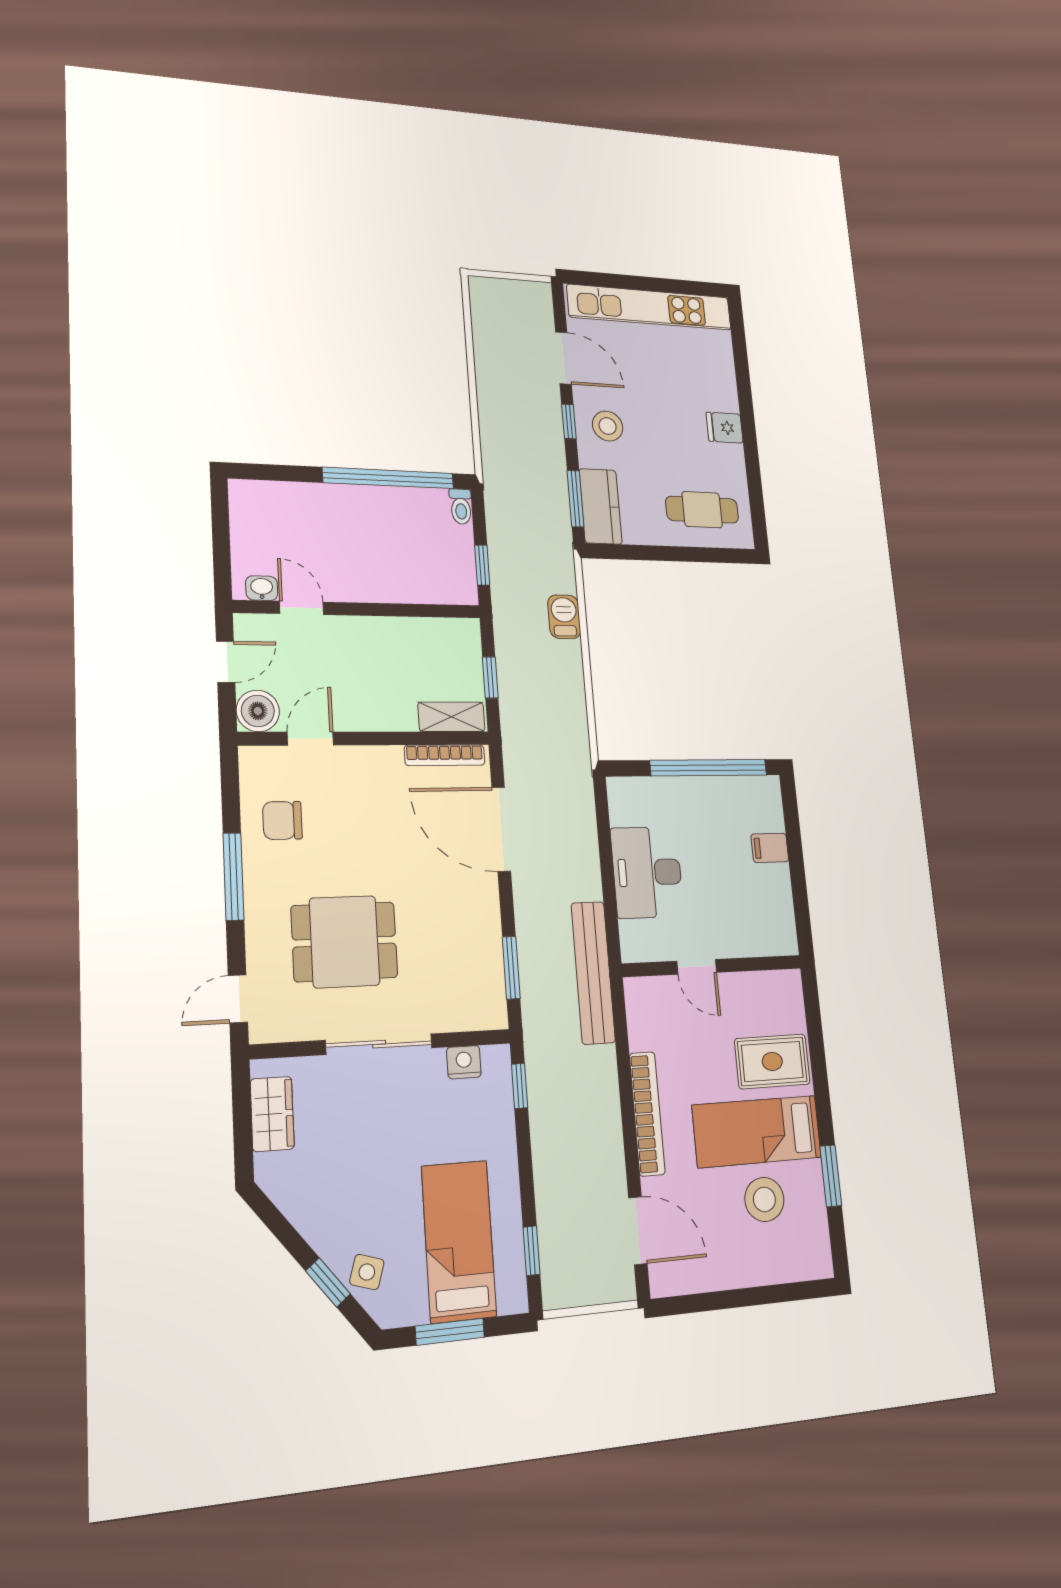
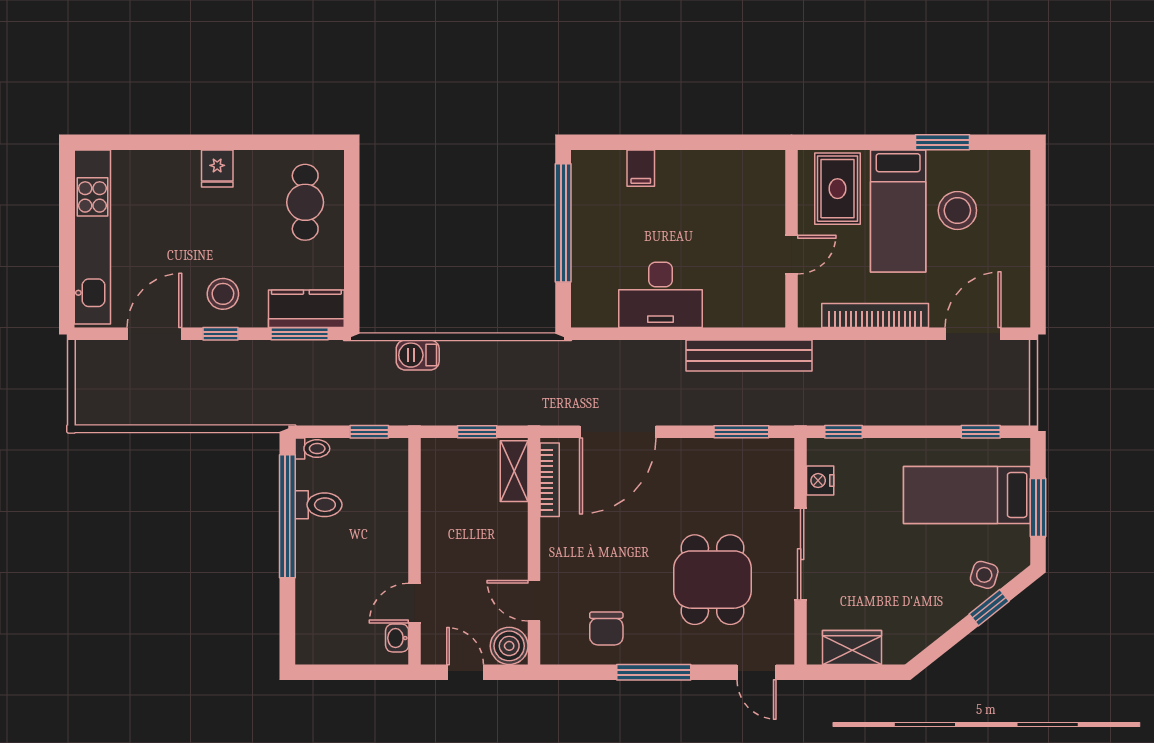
toilet: (403, 510) -> (318, 505), added
wall: (713, 966) -> (791, 239), moved
door: (697, 967) -> (791, 255), moved

